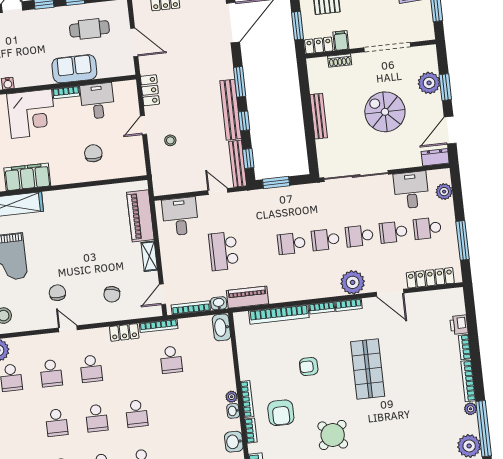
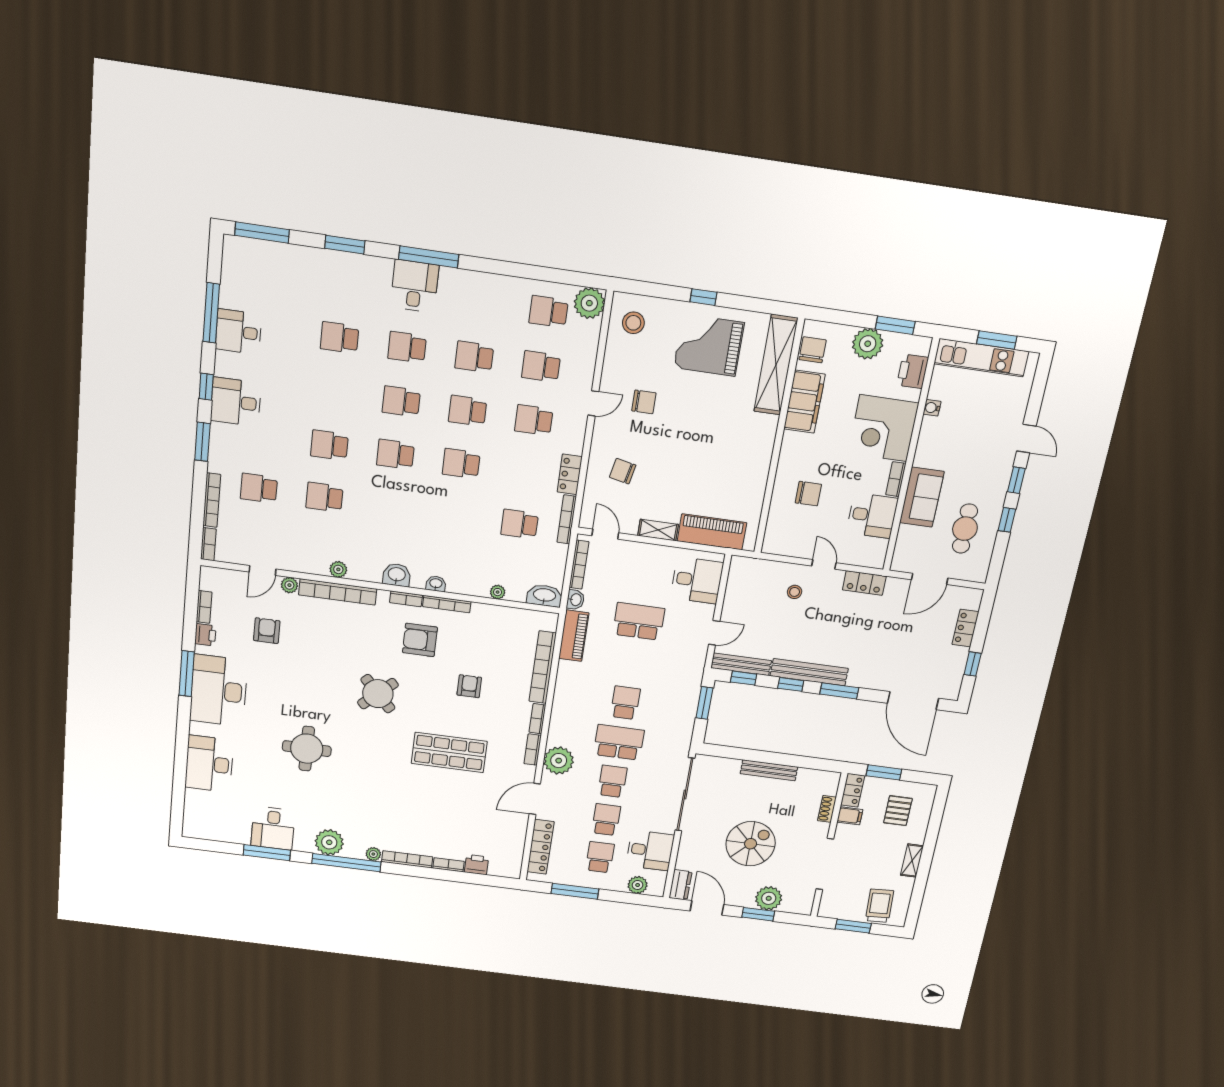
school desk: (325, 240) -> (619, 742), width x1.85
plant: (232, 397) -> (498, 592), moved

